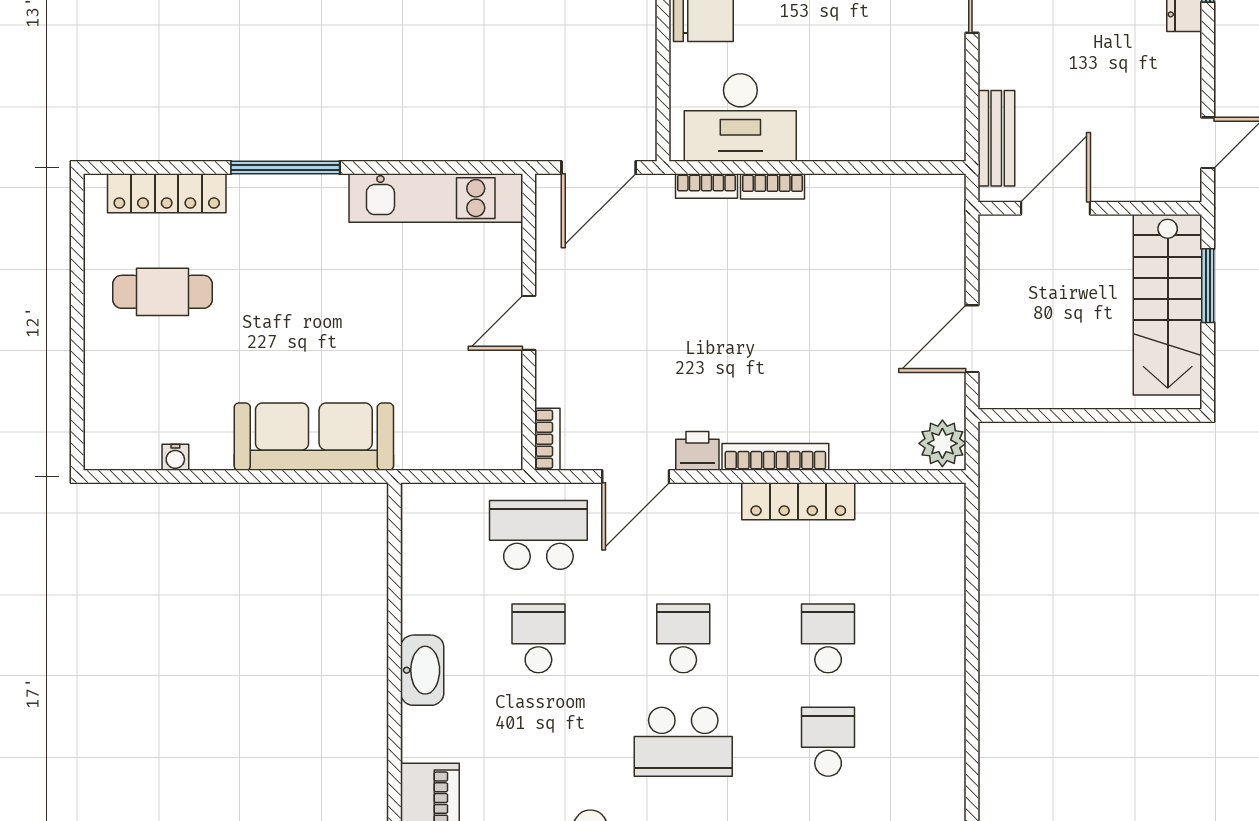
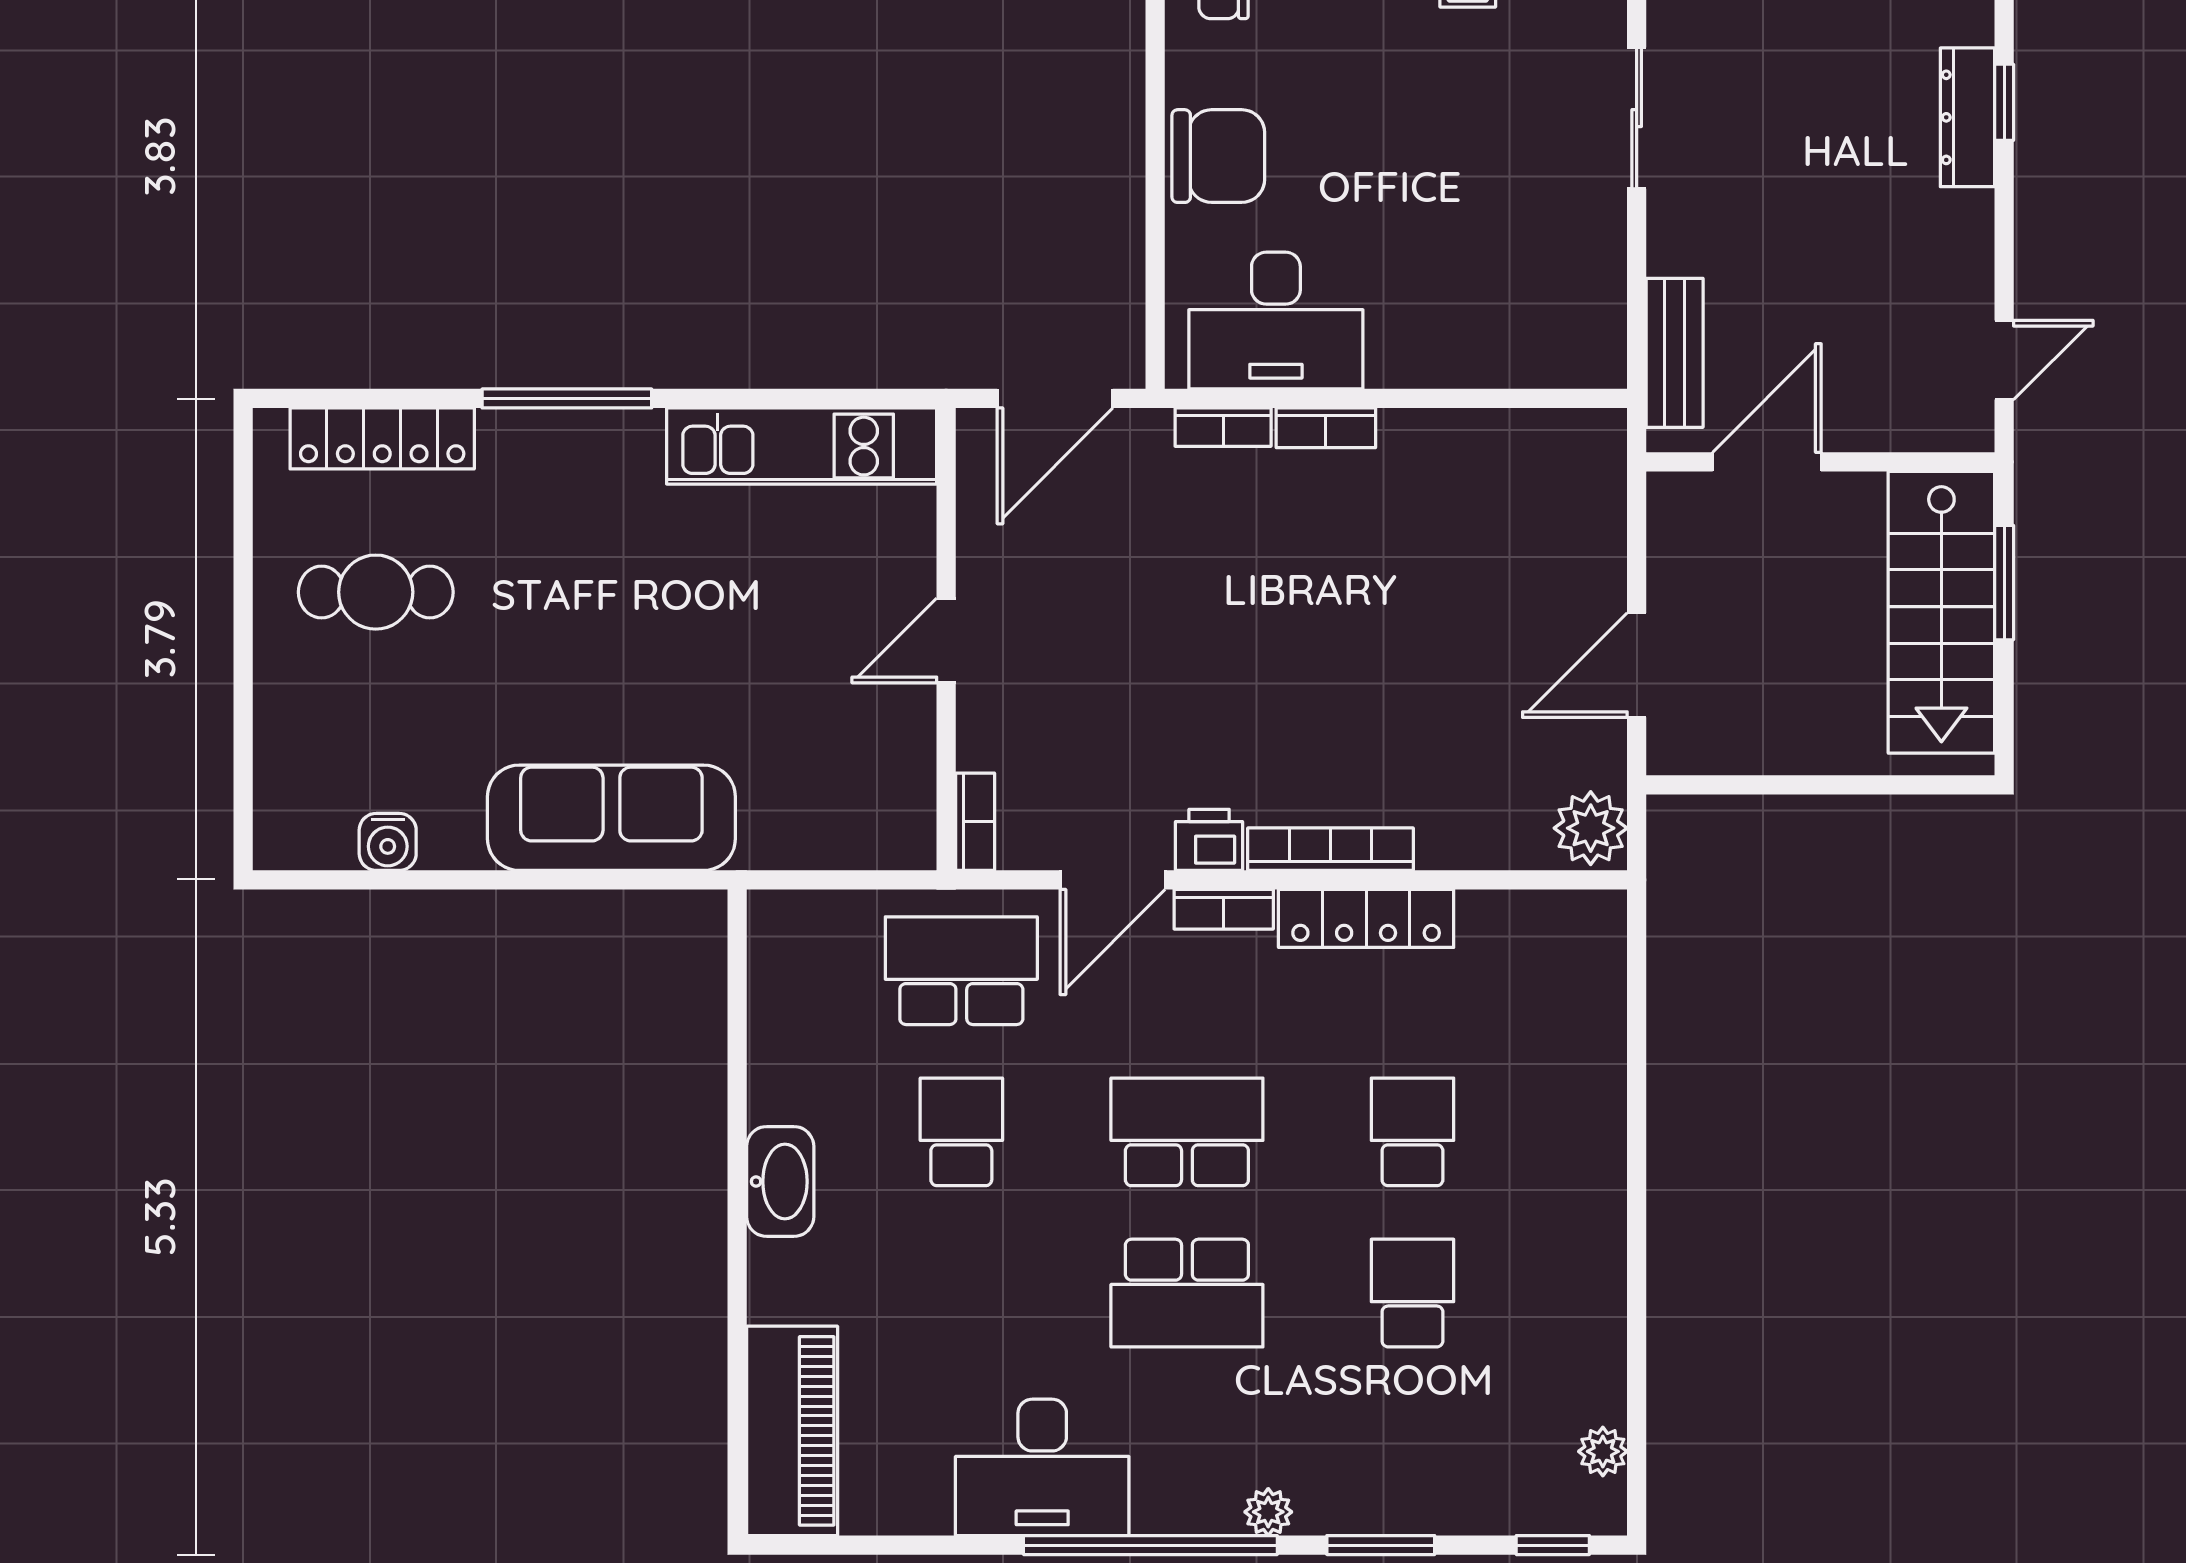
water cooler: (175, 457) -> (388, 842), width x1.38, depth x1.38
bookcase: (707, 495) -> (1224, 909), added
school desk: (683, 638) -> (1187, 1132), width x1.85

